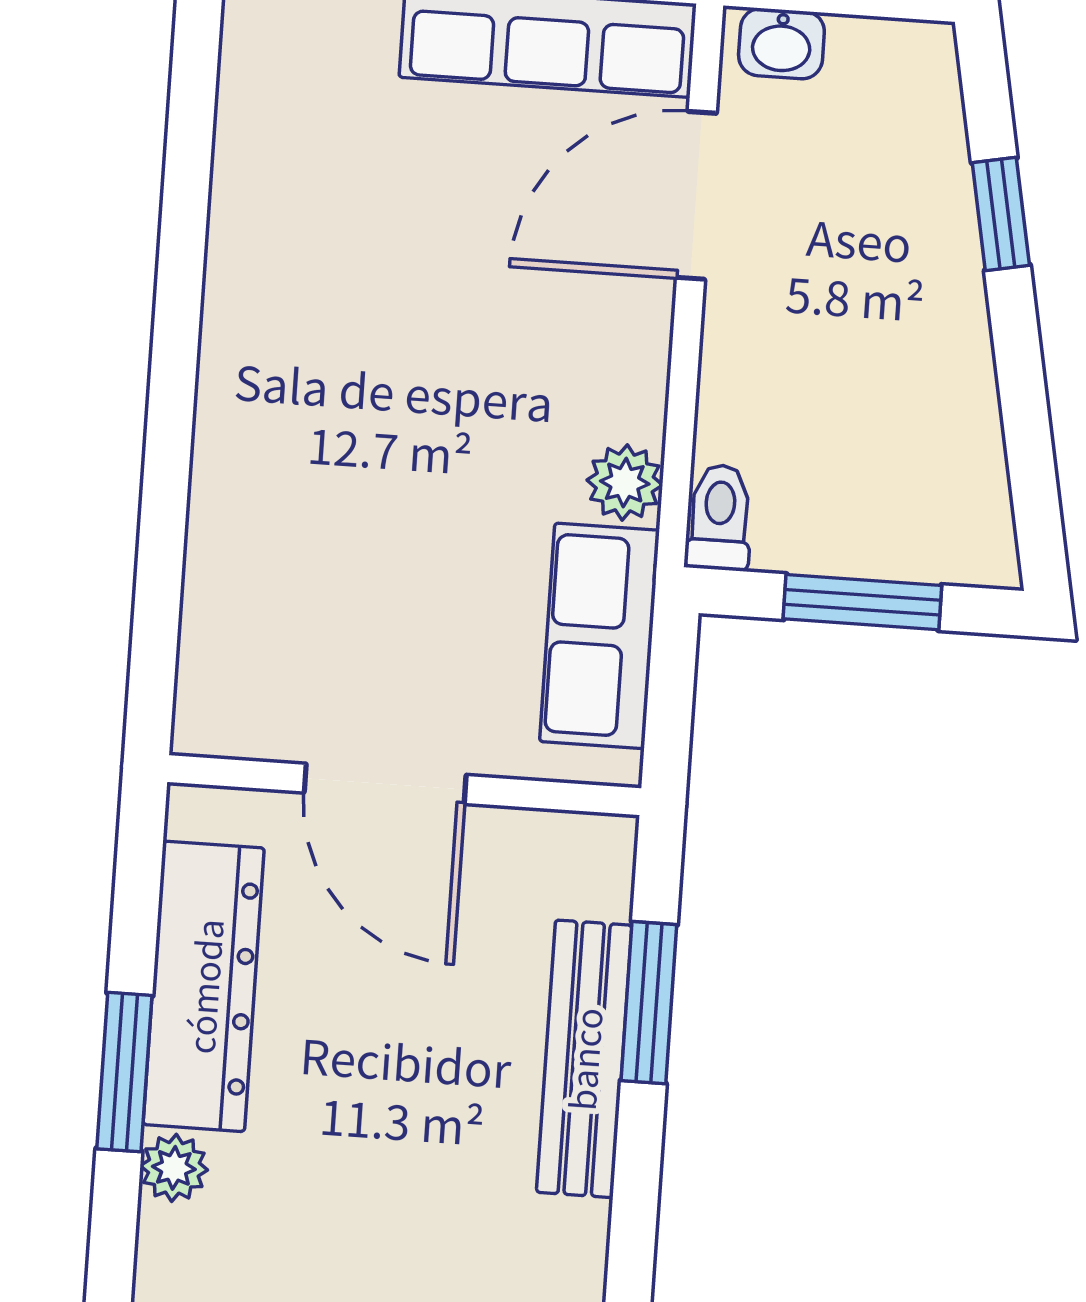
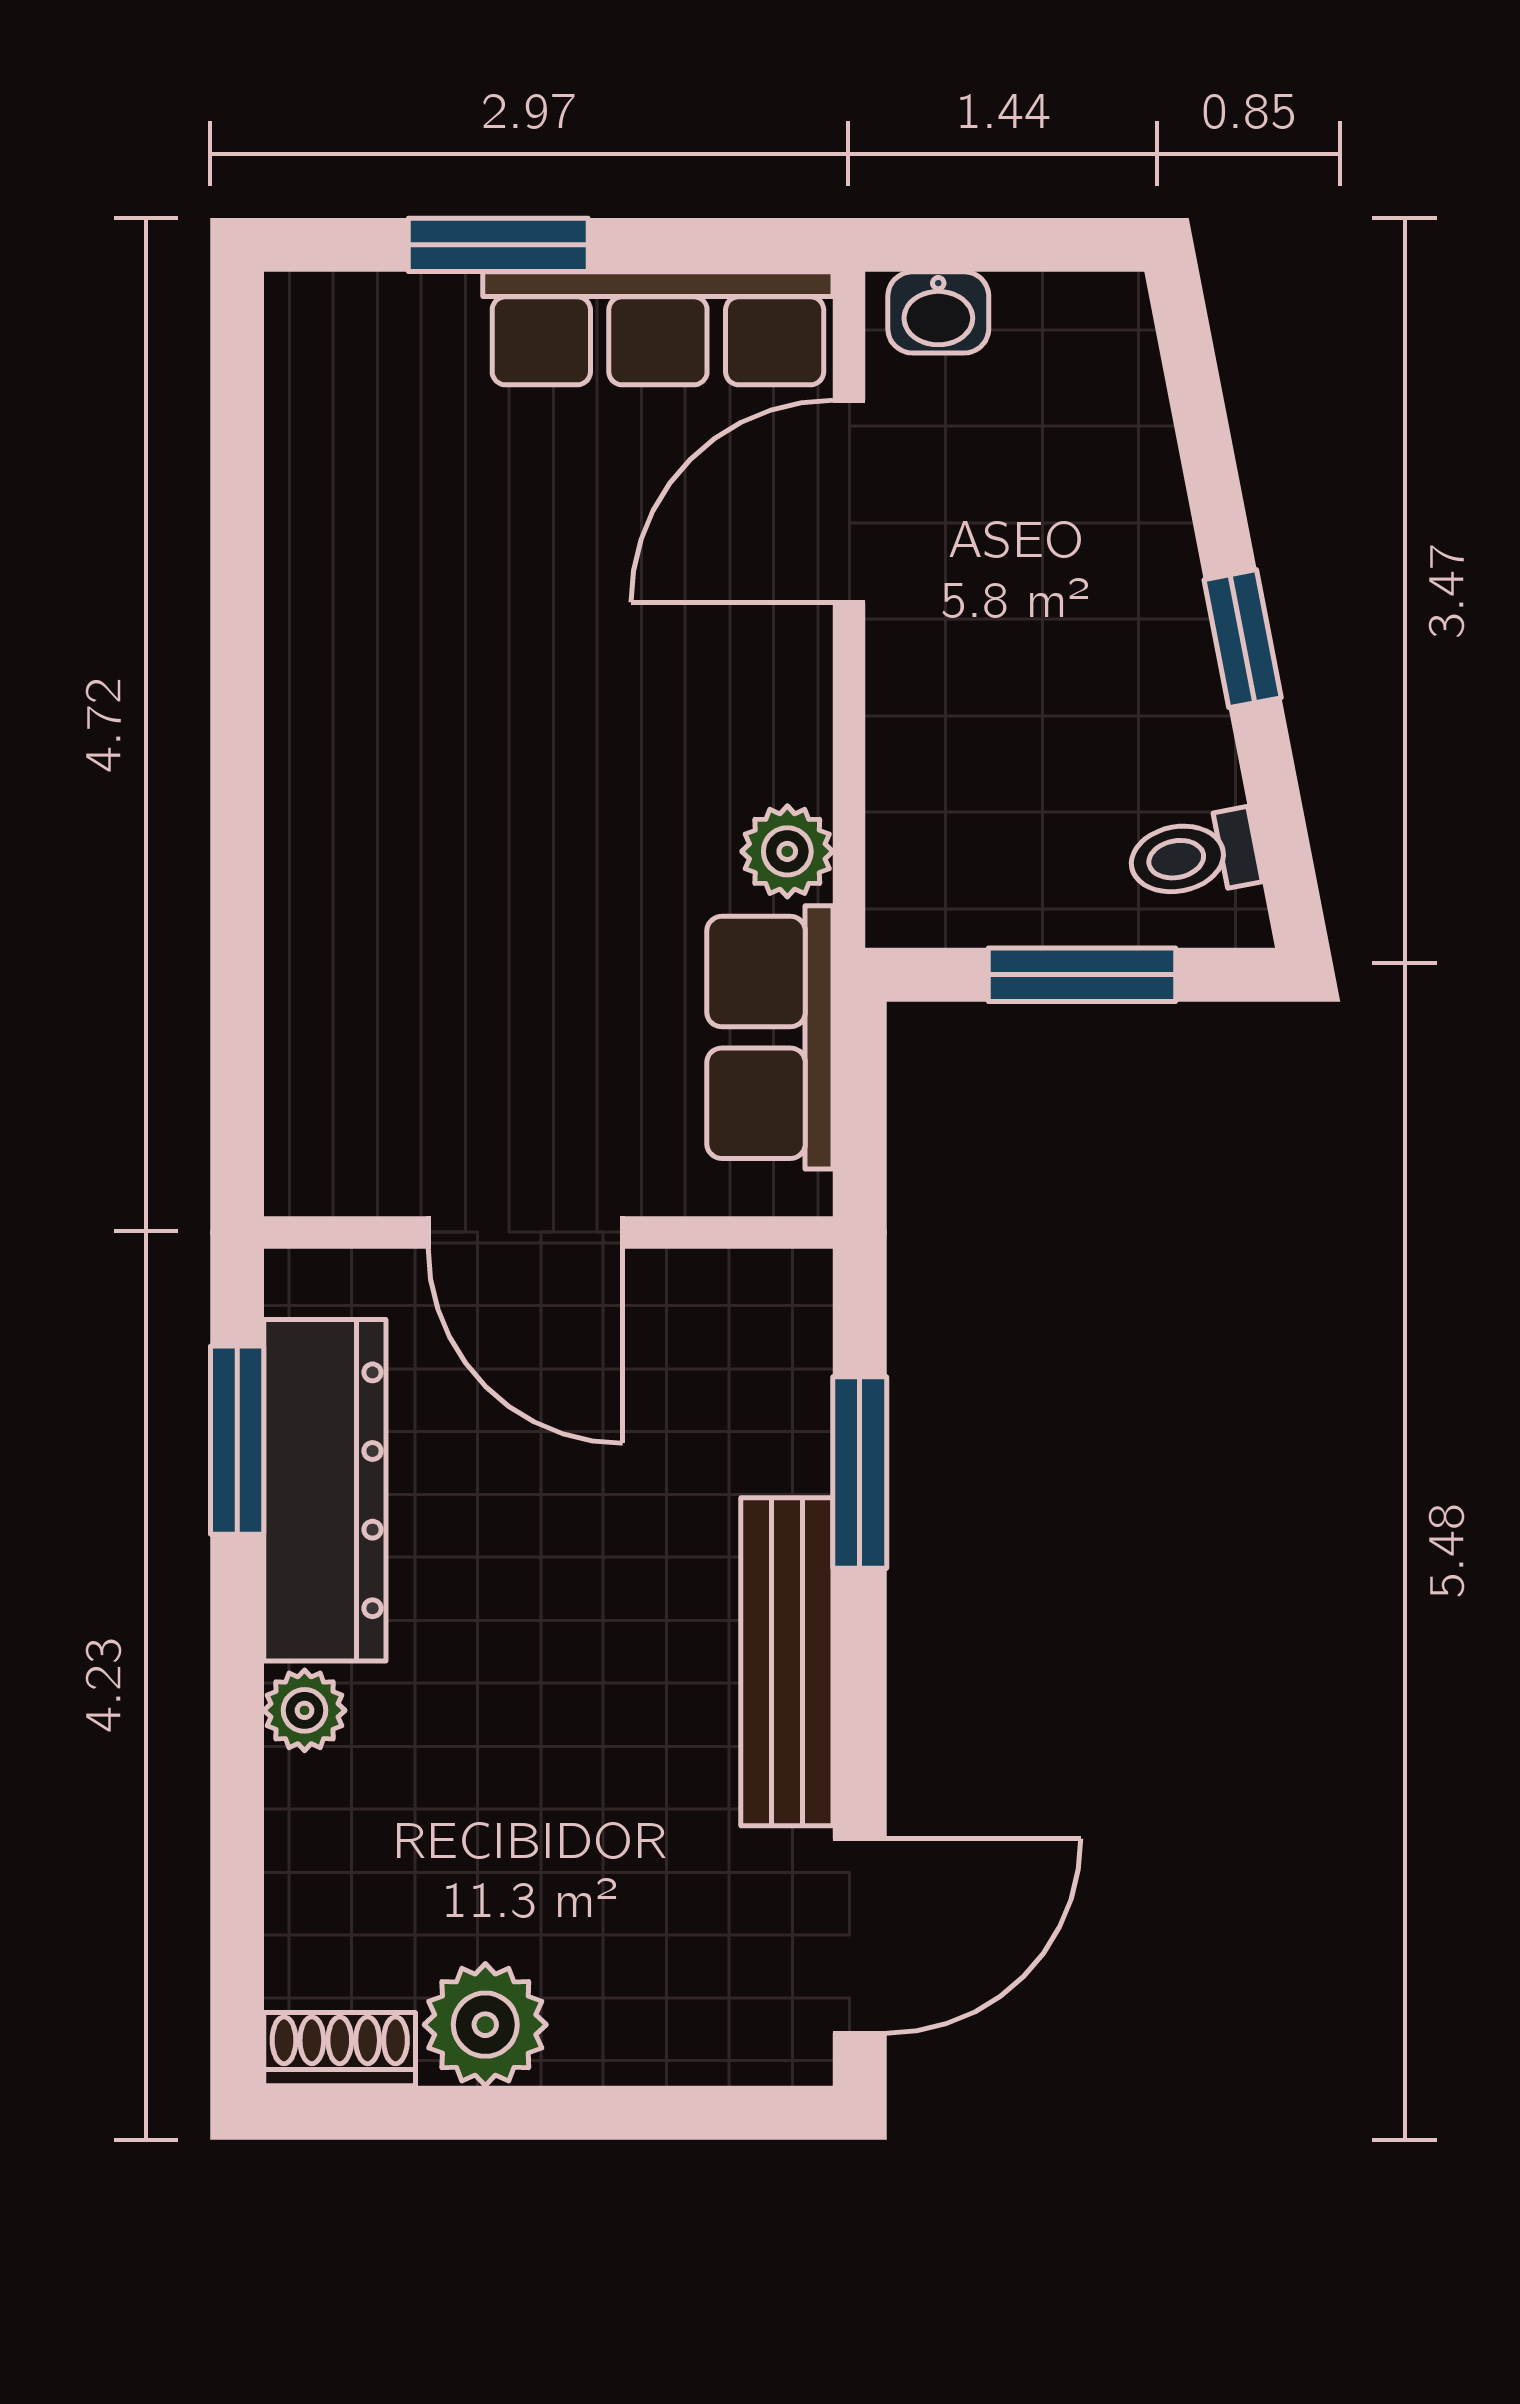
window: (1001, 214) -> (1243, 639), moved
toilet: (719, 517) -> (1193, 856), moved, turned -101
bench: (584, 1059) -> (787, 1662), moved
window: (124, 1072) -> (237, 1440), moved

